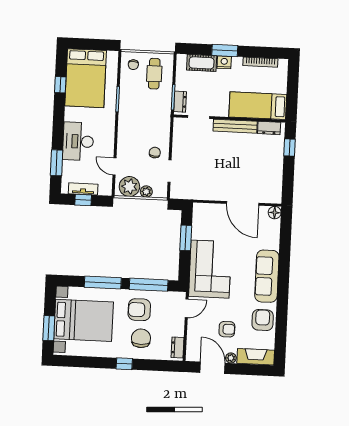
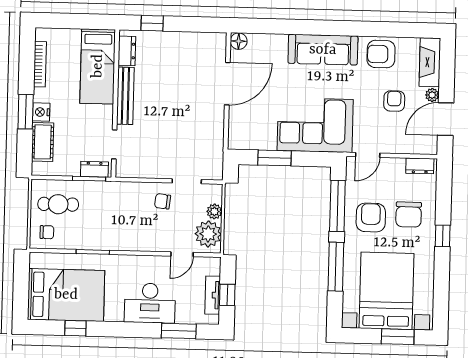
door: (187, 308) -> (368, 155), swing flipped
armchair: (139, 310) -> (371, 218), turned 180
chair: (141, 338) -> (409, 214), turned -90

